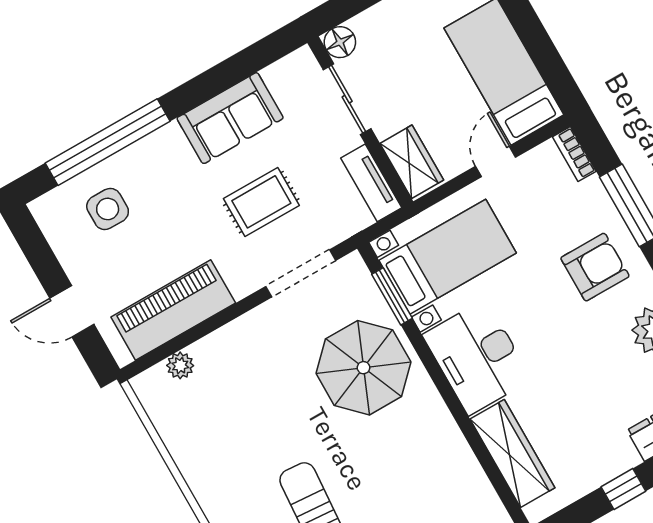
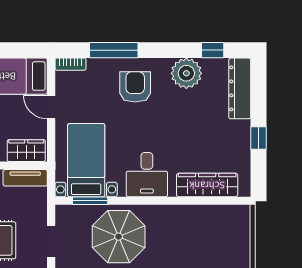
doorway: (301, 273) -> (51, 241), width x0.73
desk: (477, 357) -> (147, 175), width x0.73

